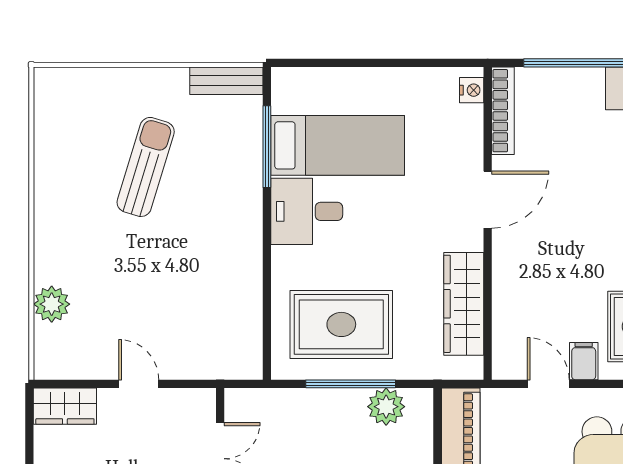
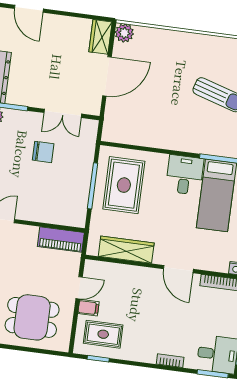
plant: (52, 304) -> (124, 33), moved
door: (139, 384) -> (107, 76), width x1.88
plant: (386, 407) -> (78, 203), removed

